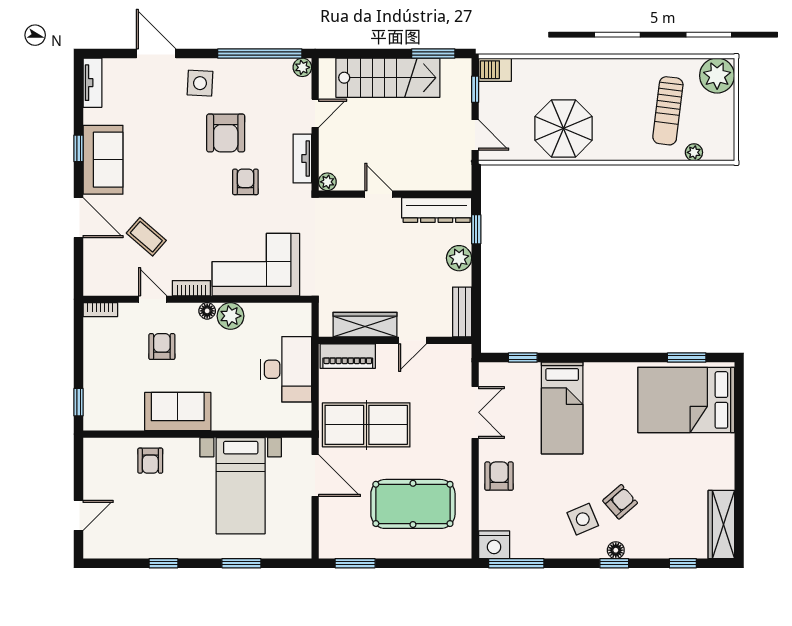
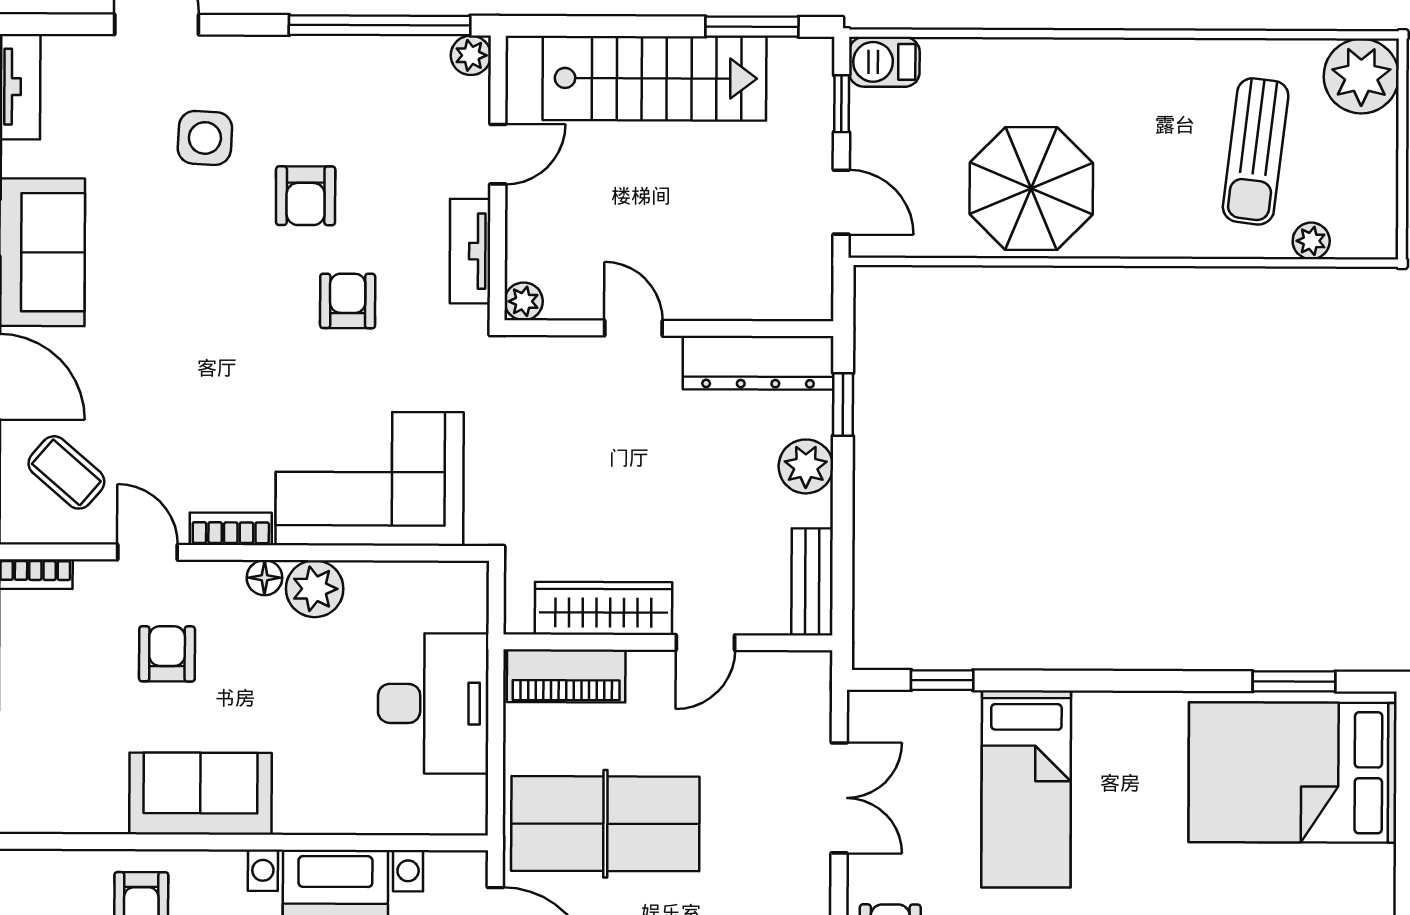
side table: (200, 83) -> (205, 138), moved
armchair: (226, 133) -> (306, 196), width x0.72, depth x0.72
coffee table: (146, 237) -> (66, 472), moved

